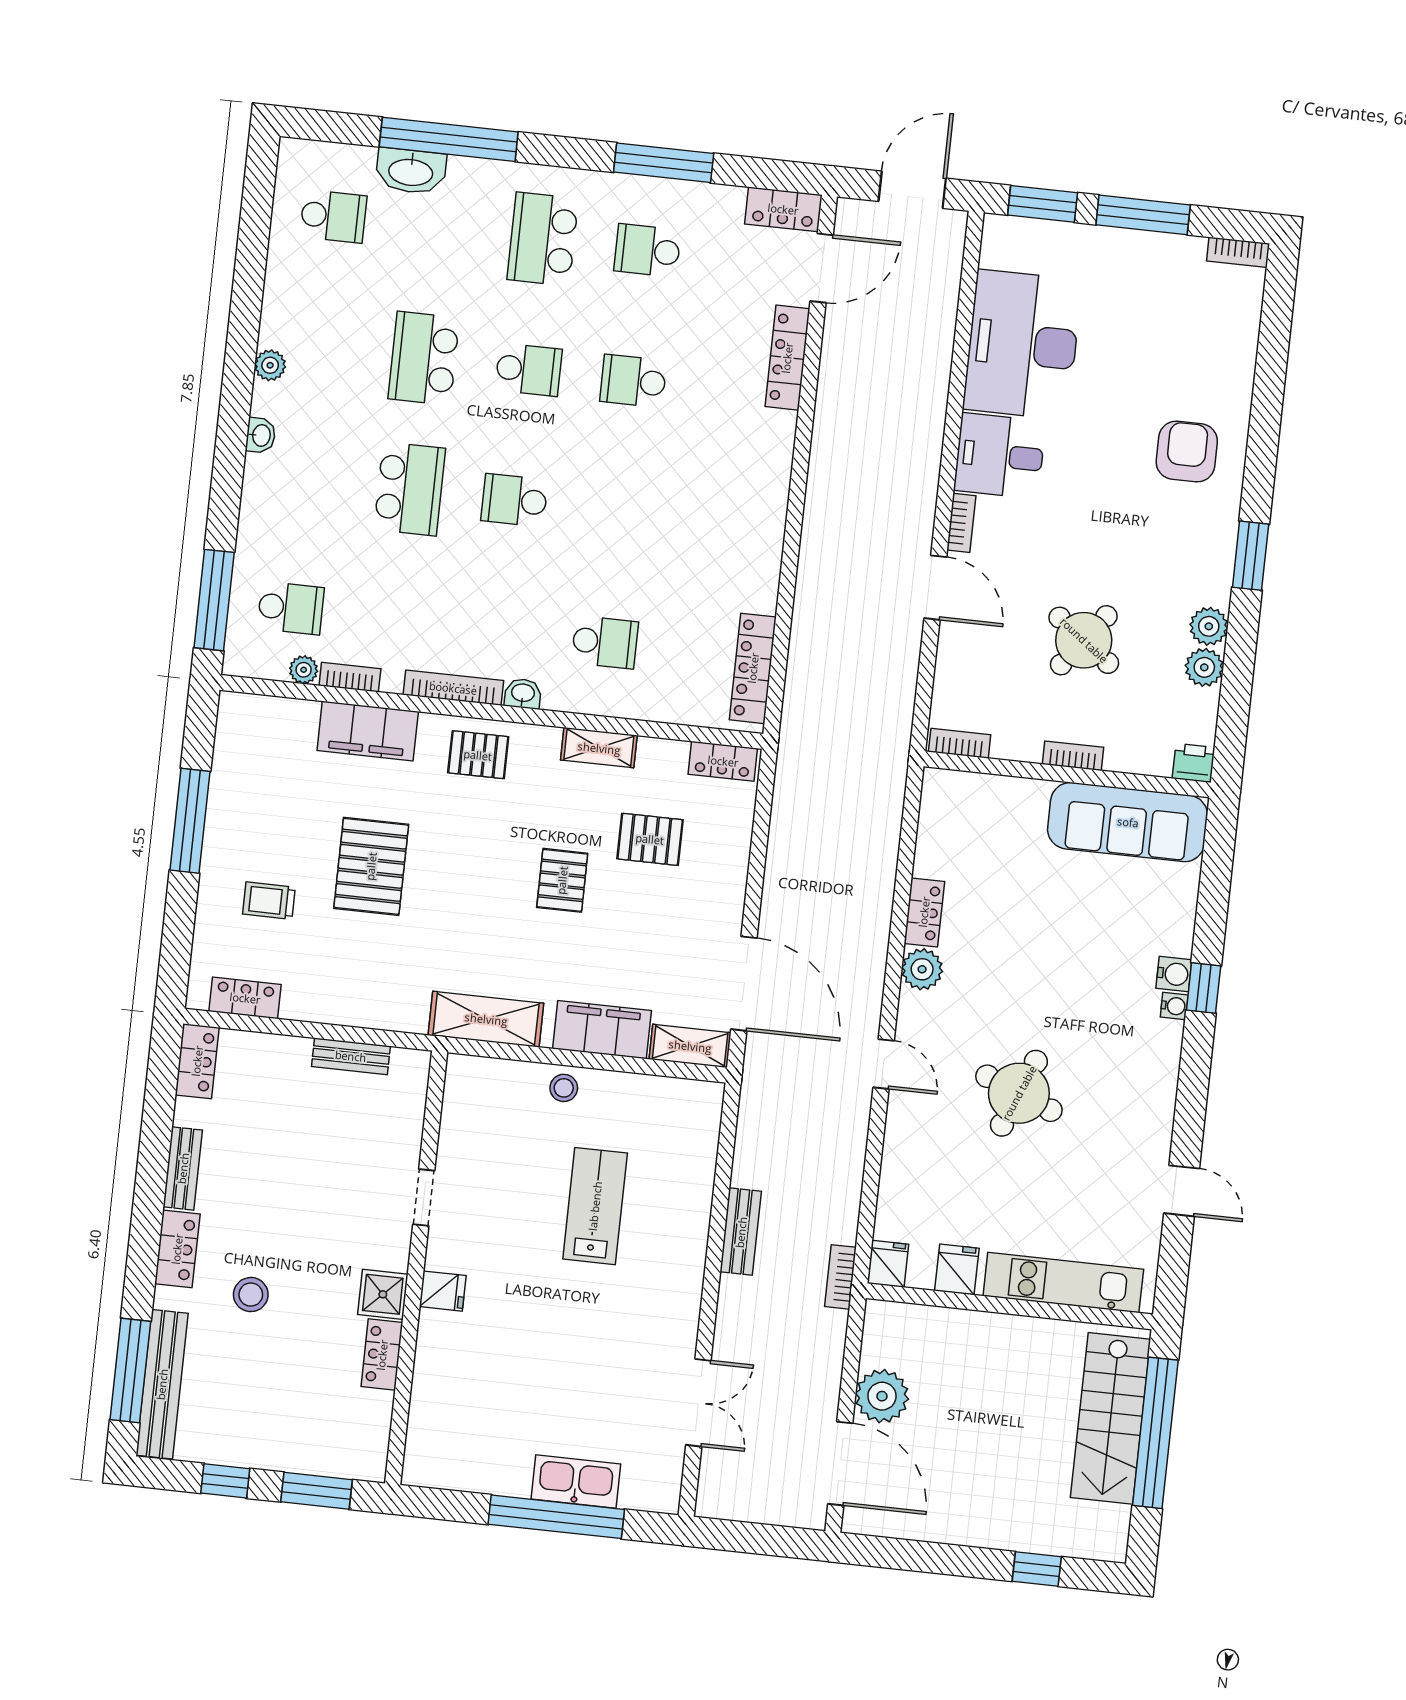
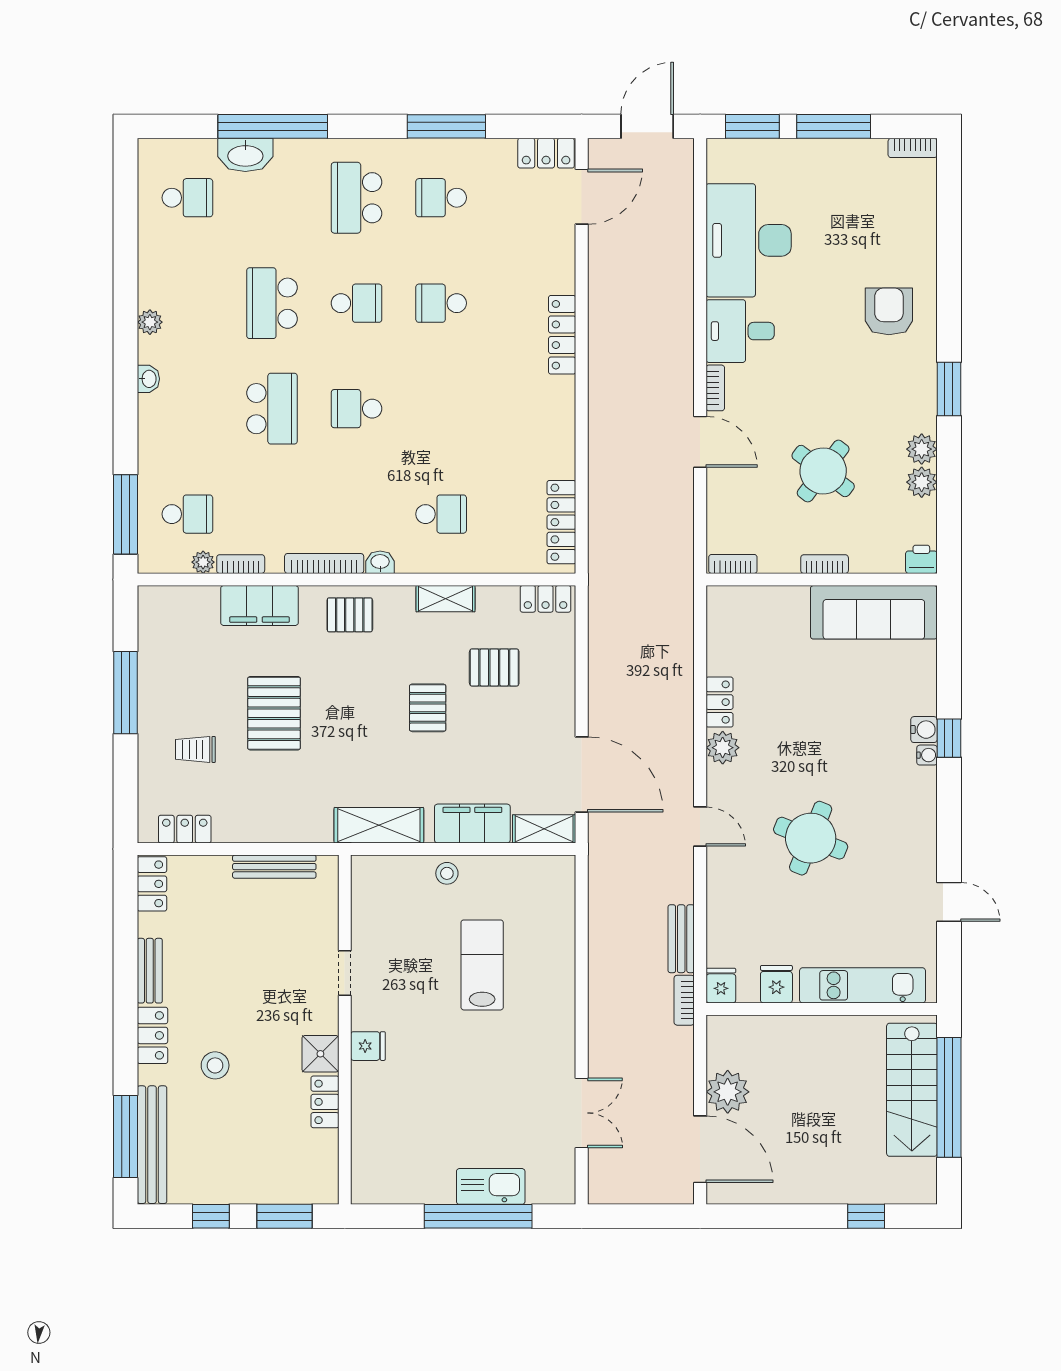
locker: (787, 358) -> (562, 335), moved
bench: (351, 1056) -> (274, 867), width x1.36
bench: (741, 1232) -> (681, 939), moved

